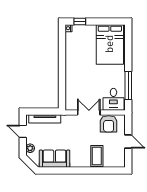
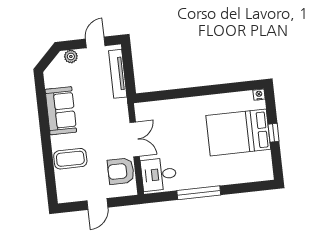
window: (80, 21) -> (274, 133), moved
bed: (110, 44) -> (238, 132), moved
window: (128, 85) -> (199, 193), moved
sofa: (55, 159) -> (61, 111), moved

